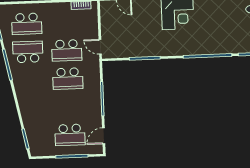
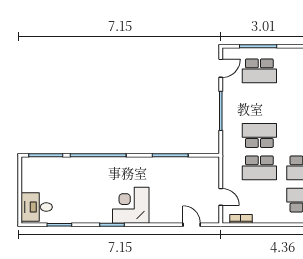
door: (100, 47) -> (221, 197), moved
school desk: (67, 50) -> (259, 168), turned 180
school desk: (70, 135) -> (259, 71), turned 180

